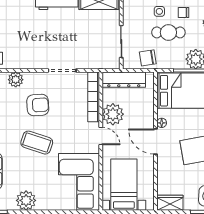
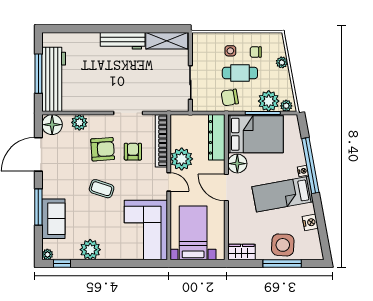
chair: (148, 58) -> (230, 98), moved
dresser: (124, 80) -> (217, 137), moved, turned 90
armchair: (67, 107) -> (133, 152), added
floor lamp: (162, 123) -> (237, 164), width x1.89, depth x1.89
coffee table: (37, 143) -> (102, 189), width x0.73, depth x0.77

